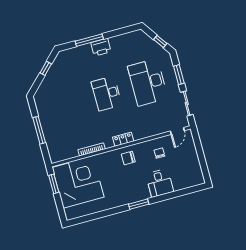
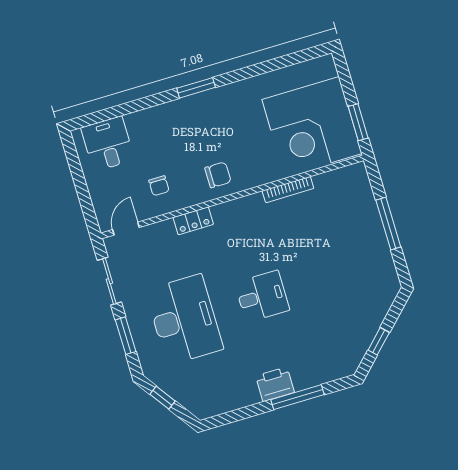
desk: (107, 93) -> (262, 296), width x0.73
locker: (123, 139) -> (193, 221), moved
desk: (160, 183) -> (108, 144), moved

